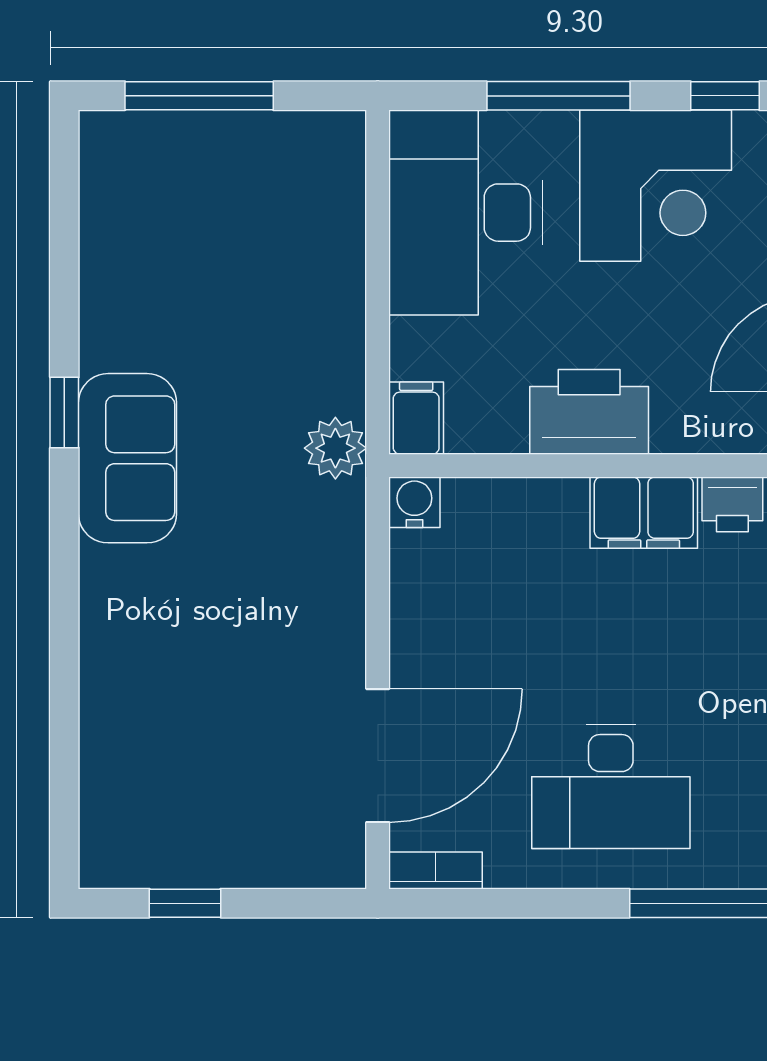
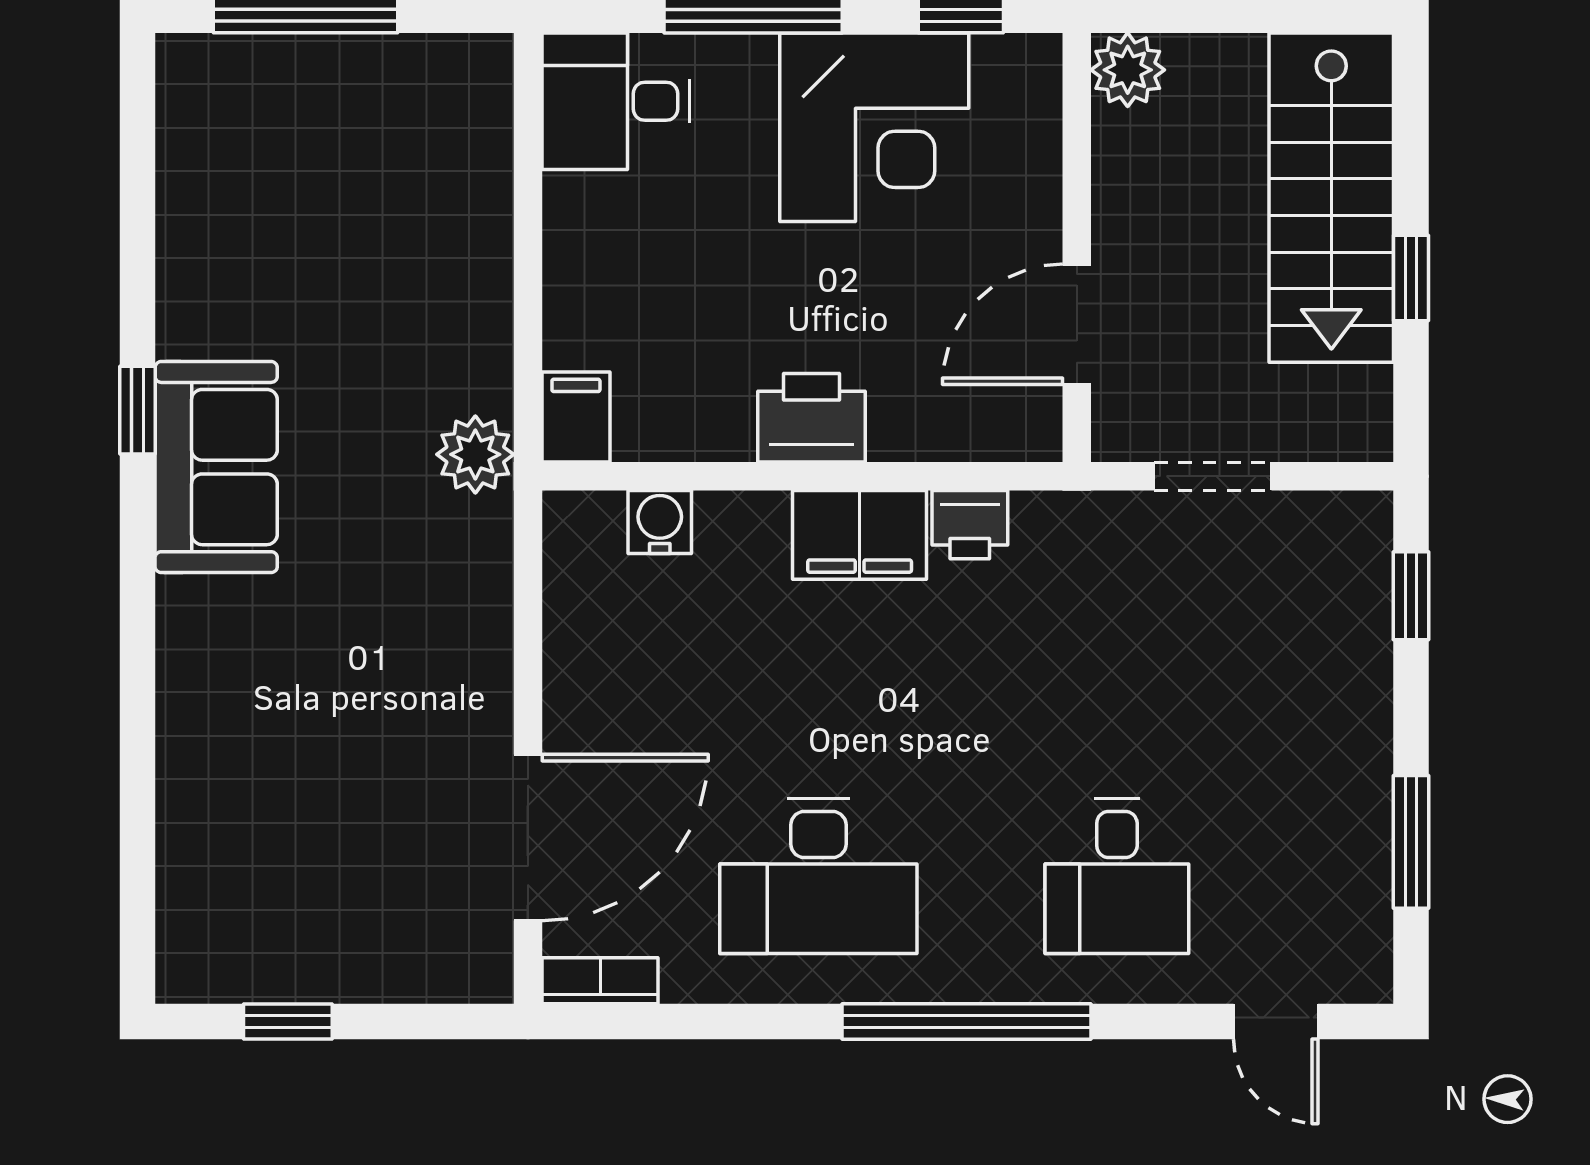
desk: (466, 213) -> (616, 101), width x0.53, depth x0.77
printer: (589, 412) -> (811, 418), width x0.73, depth x0.84
water cooler: (414, 502) -> (660, 522), moved

